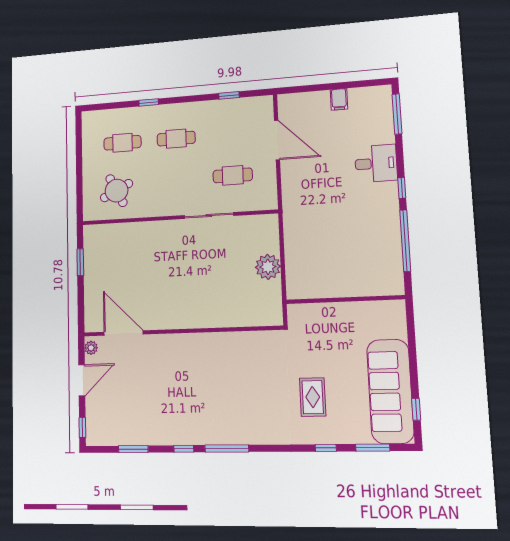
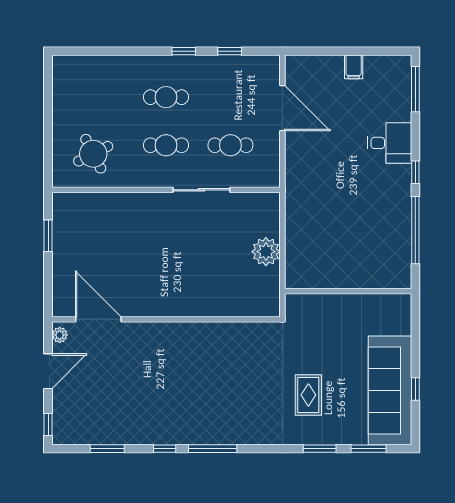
window: (149, 102) -> (184, 51), moved
cafe table: (122, 143) -> (166, 145), moved
window: (416, 409) -> (415, 389), moved
window: (326, 448) -> (320, 449), width x1.50

